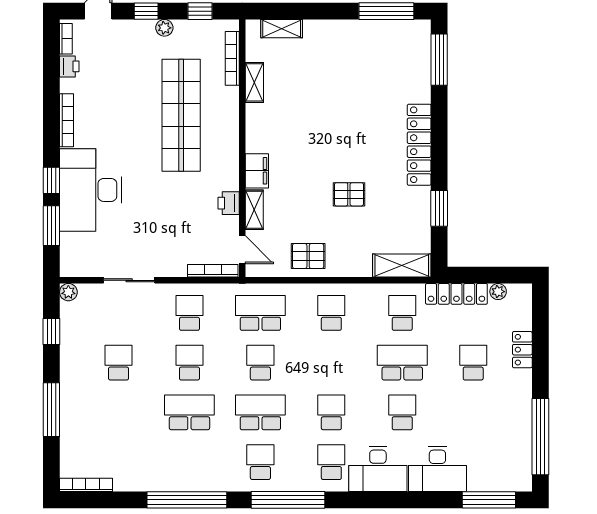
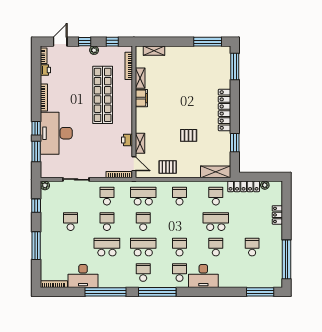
filing cabinet: (257, 171) -> (141, 98), moved
school desk: (473, 363) -> (252, 247), moved
desk: (437, 469) -> (83, 276), moved

